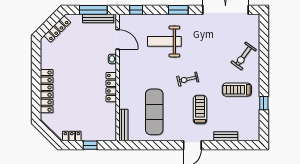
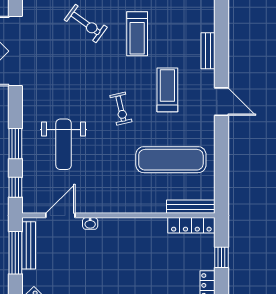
window: (178, 10) -> (15, 144), moved
locker: (111, 87) -> (191, 225), moved
treadmill: (200, 110) -> (167, 90), turned 90

